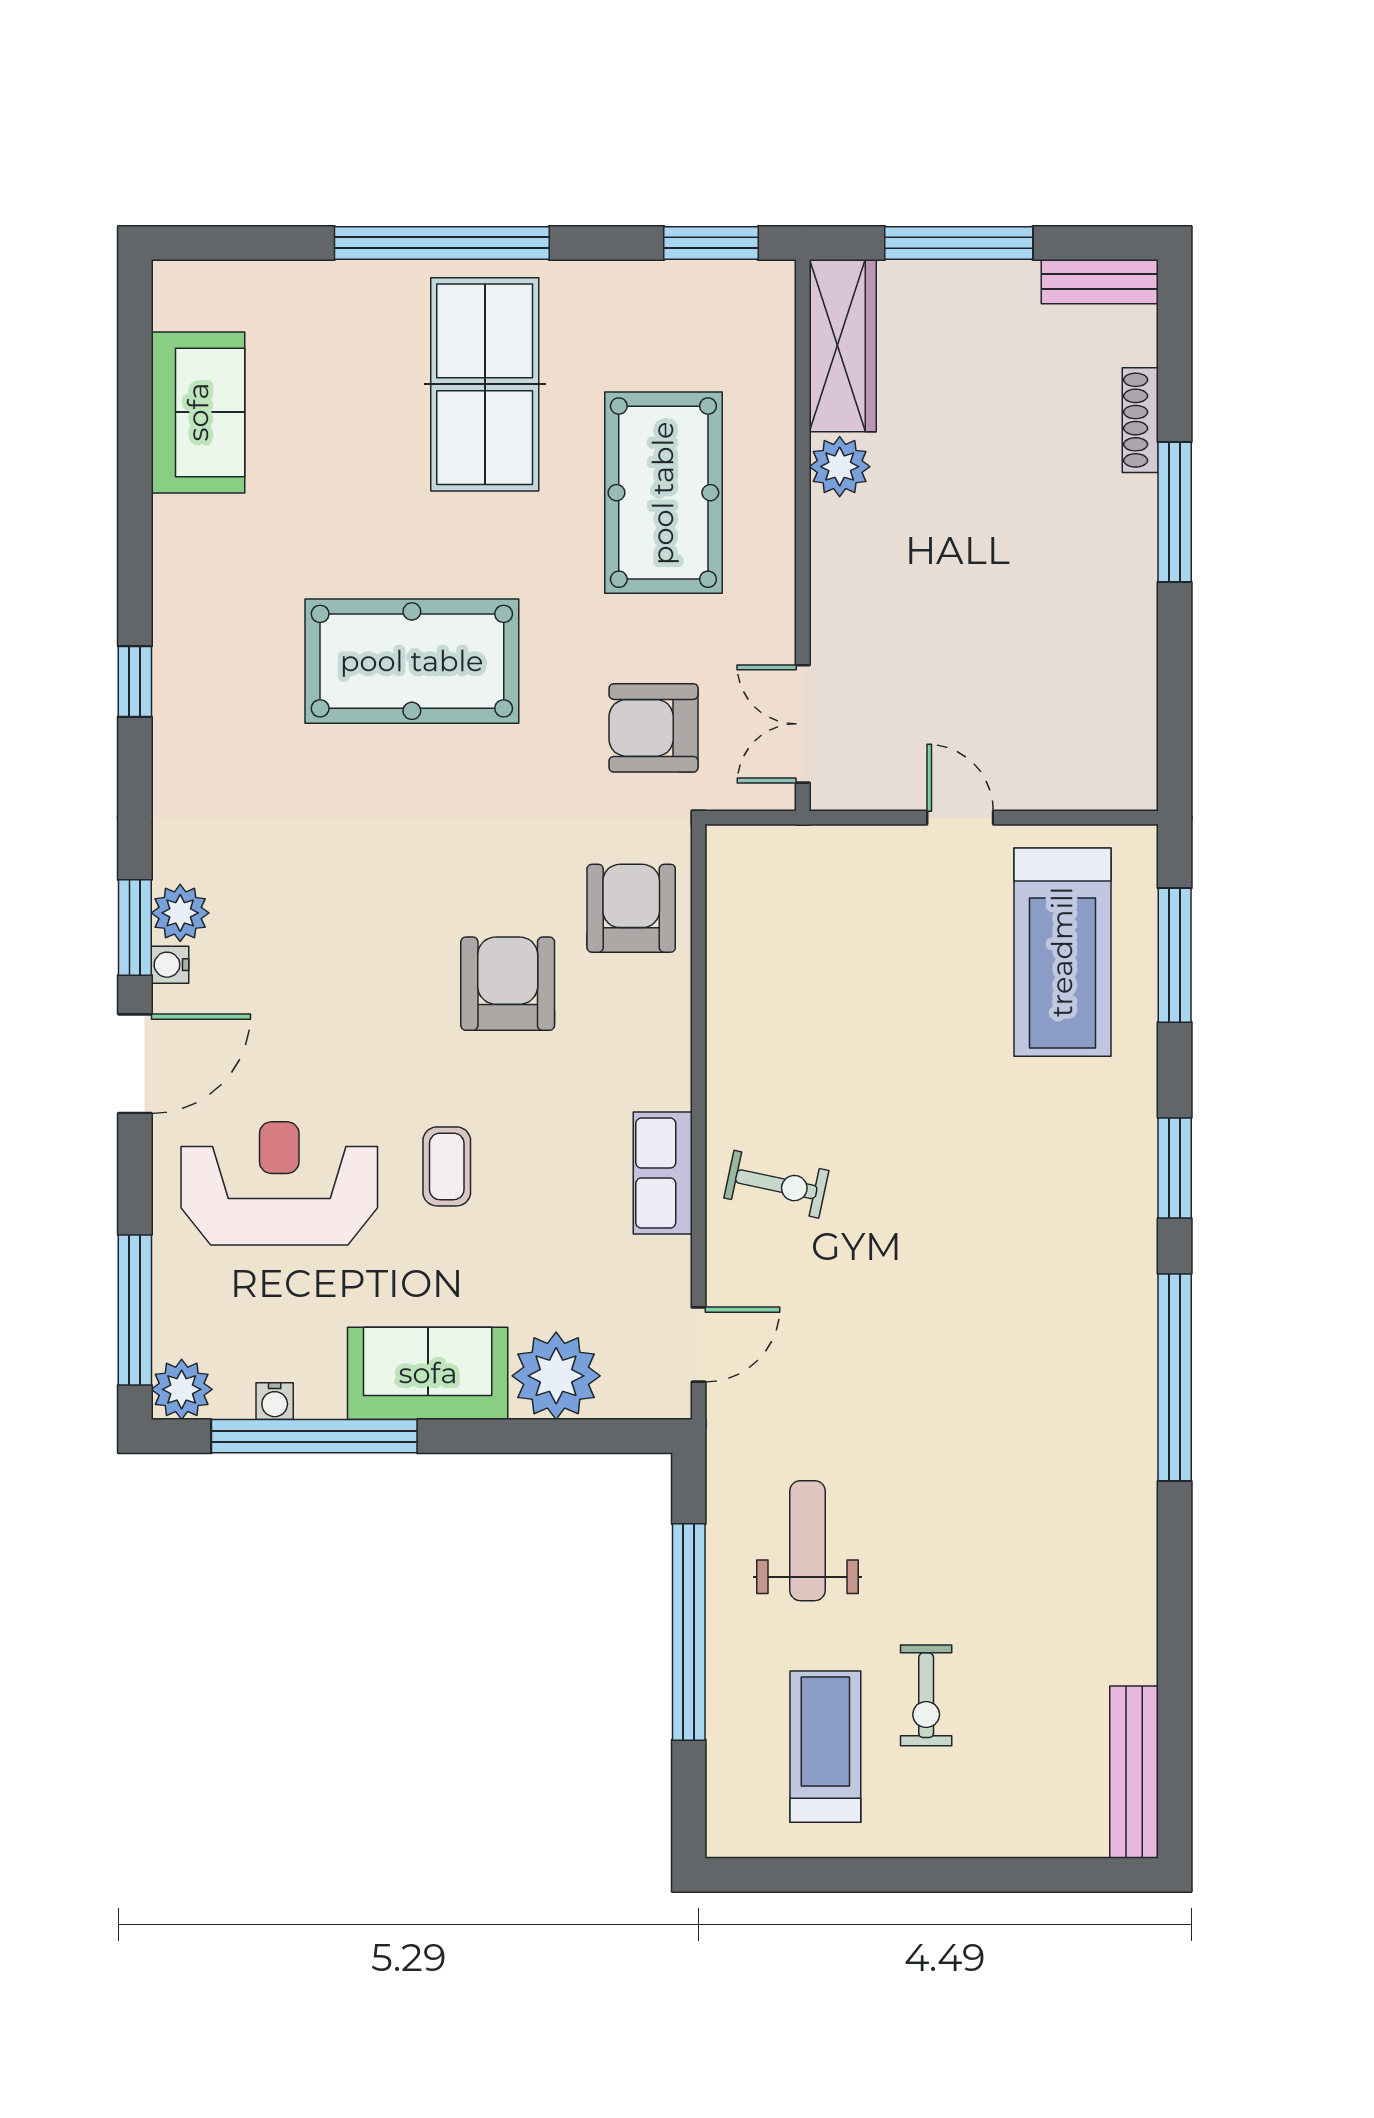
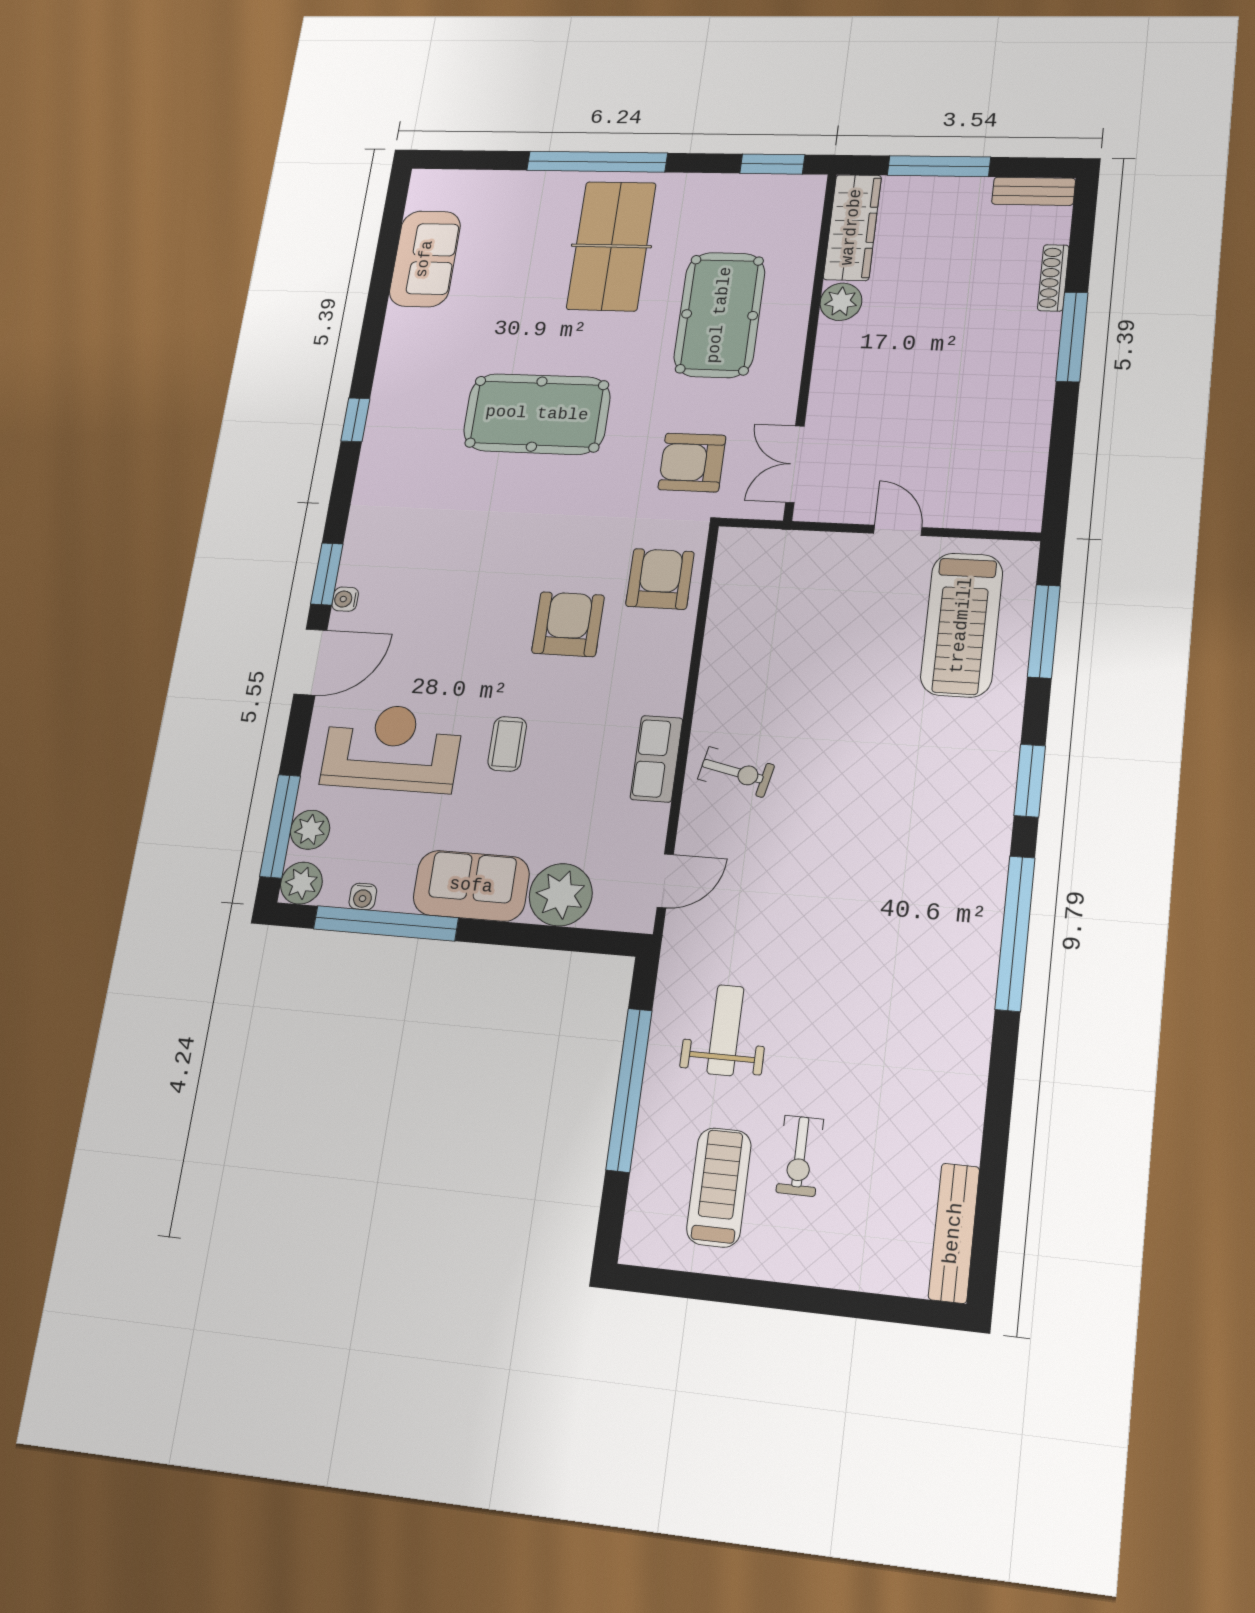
plant: (180, 913) -> (310, 830), moved

